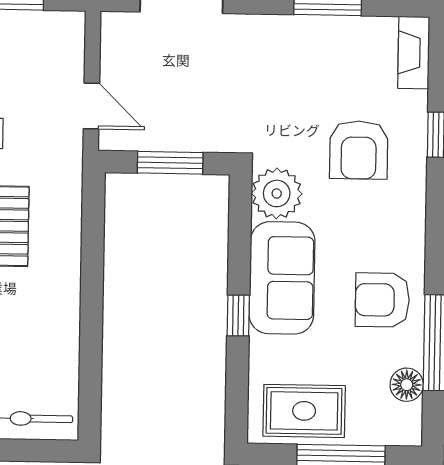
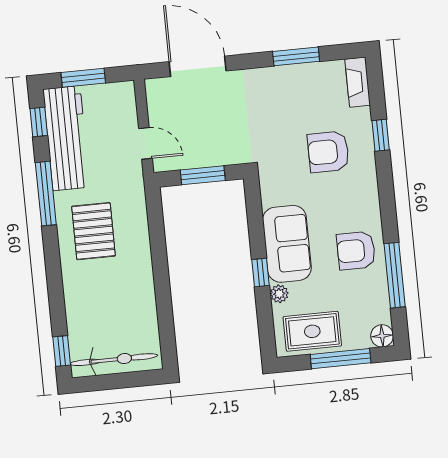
armchair: (359, 150) -> (328, 152), turned 90
plant: (277, 193) -> (279, 294), moved, width x0.53, depth x0.53
floor lamp: (407, 385) -> (382, 336), moved

